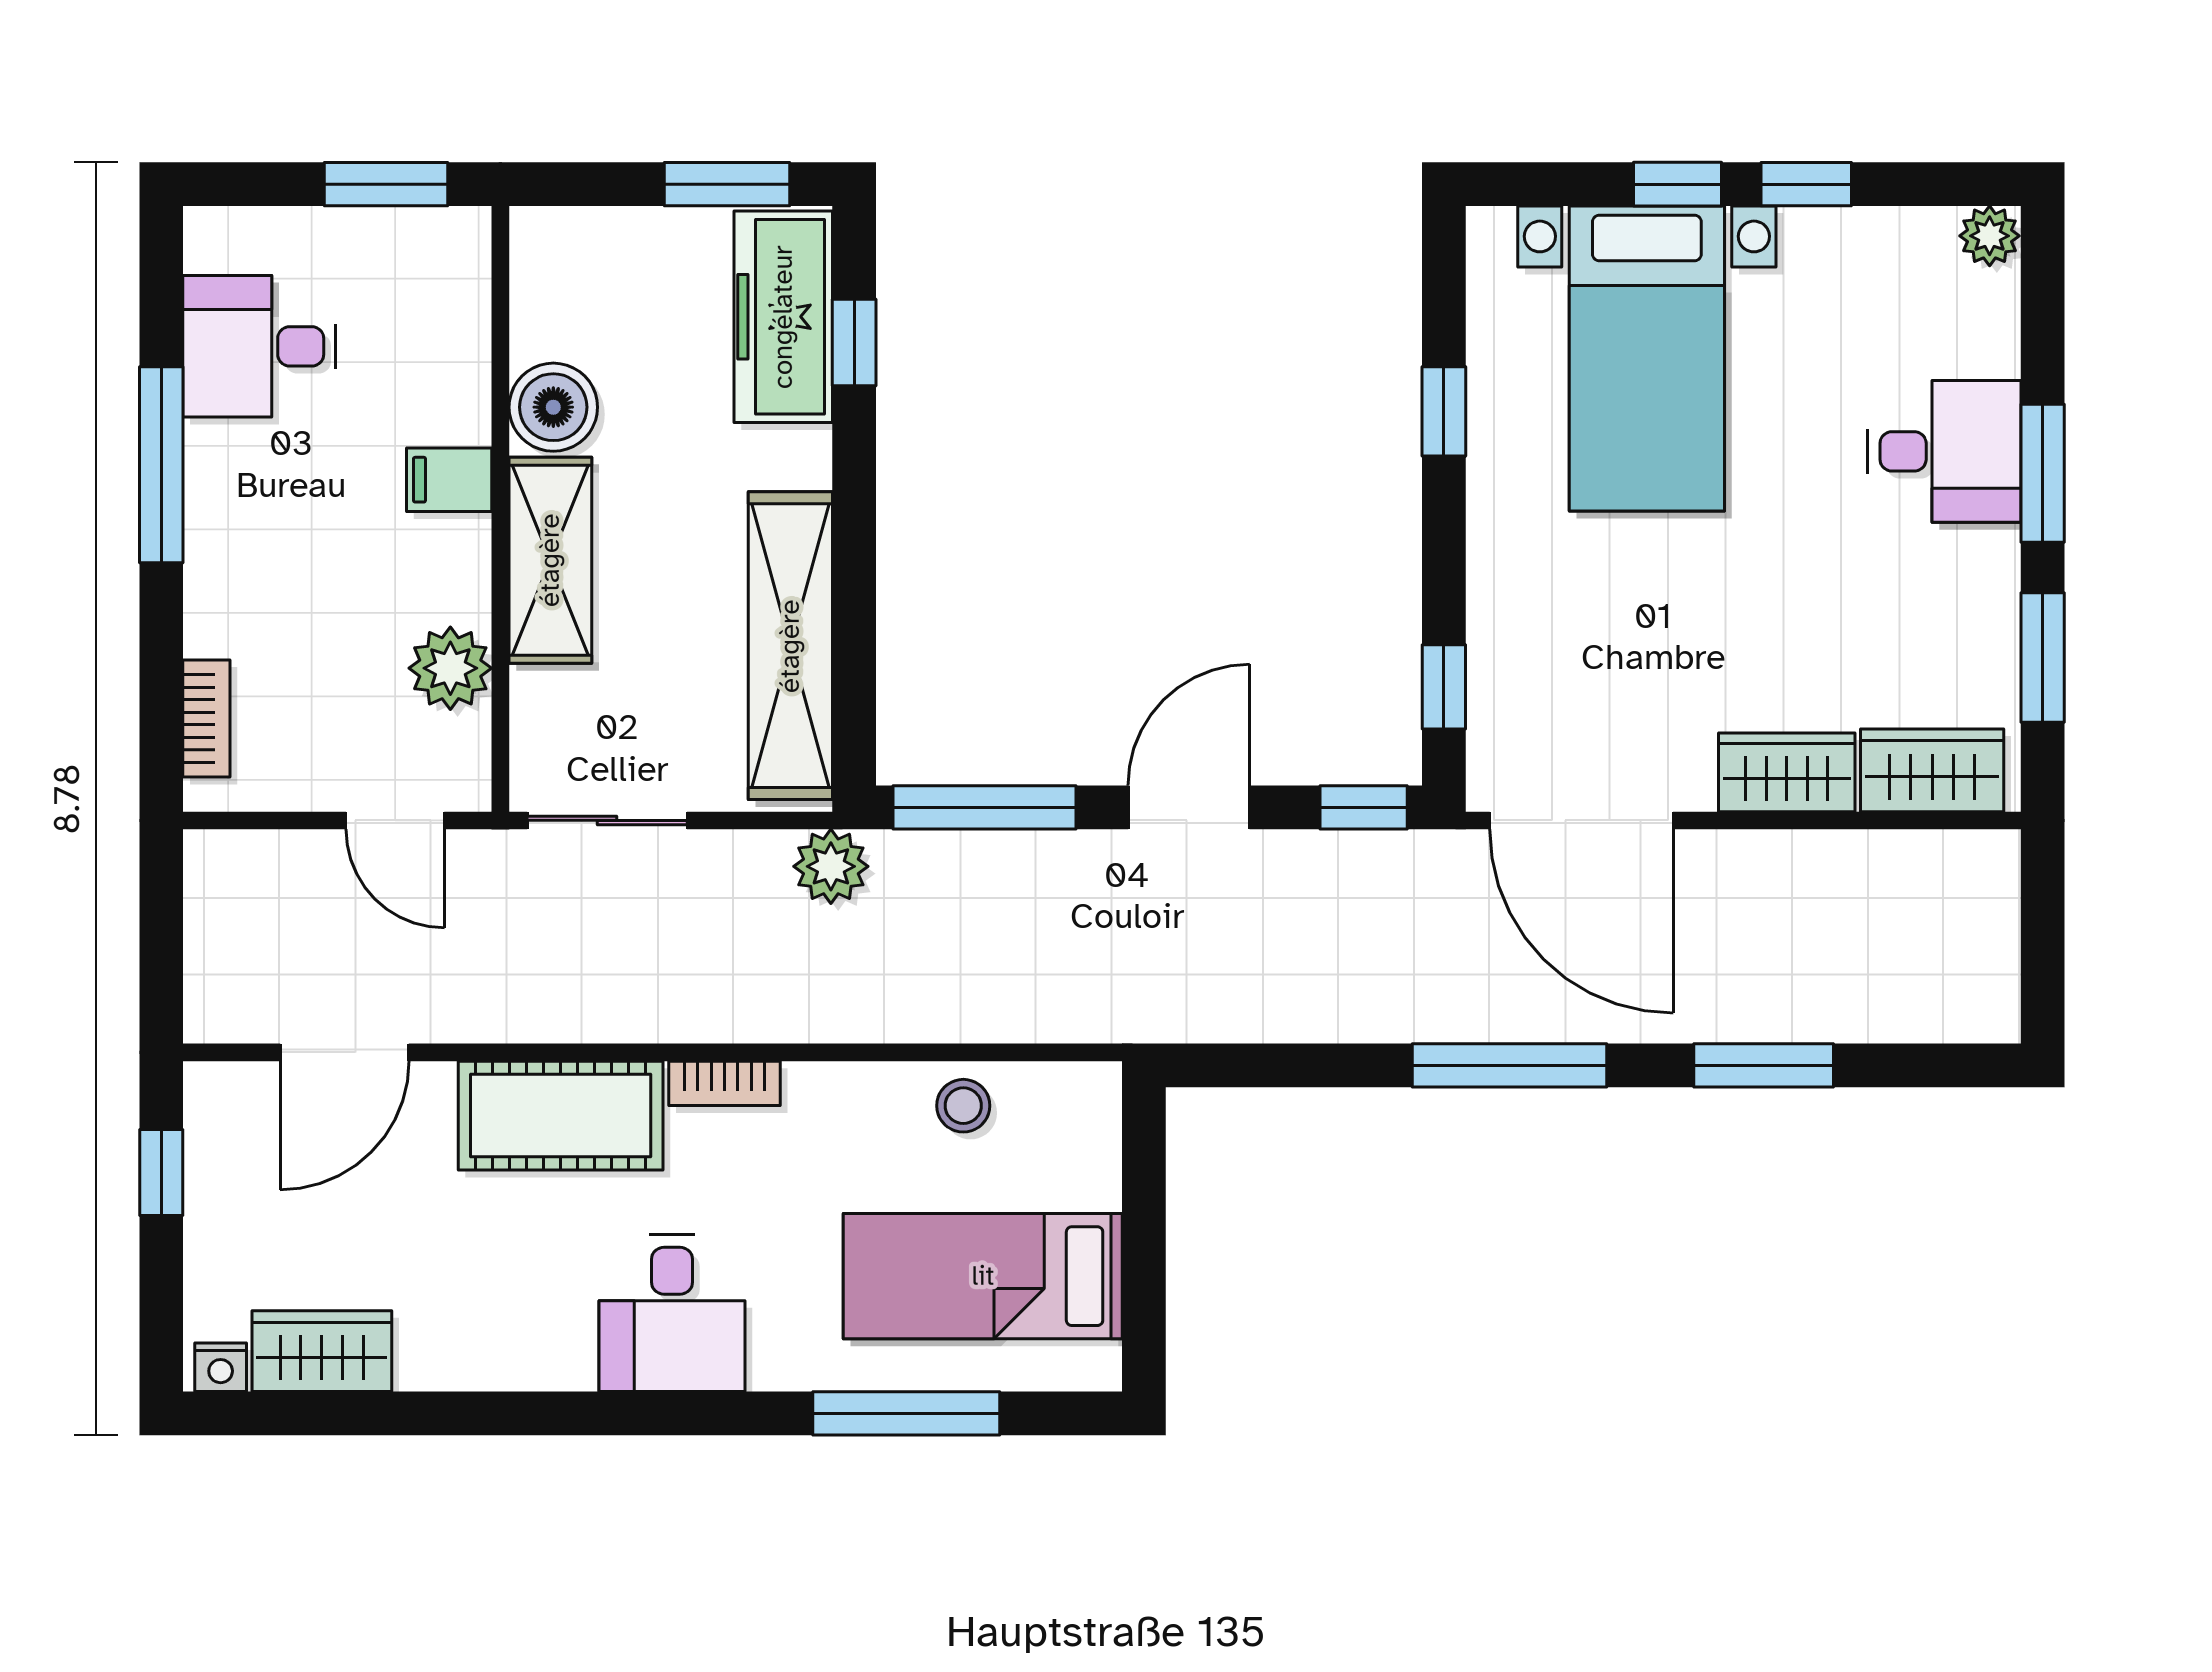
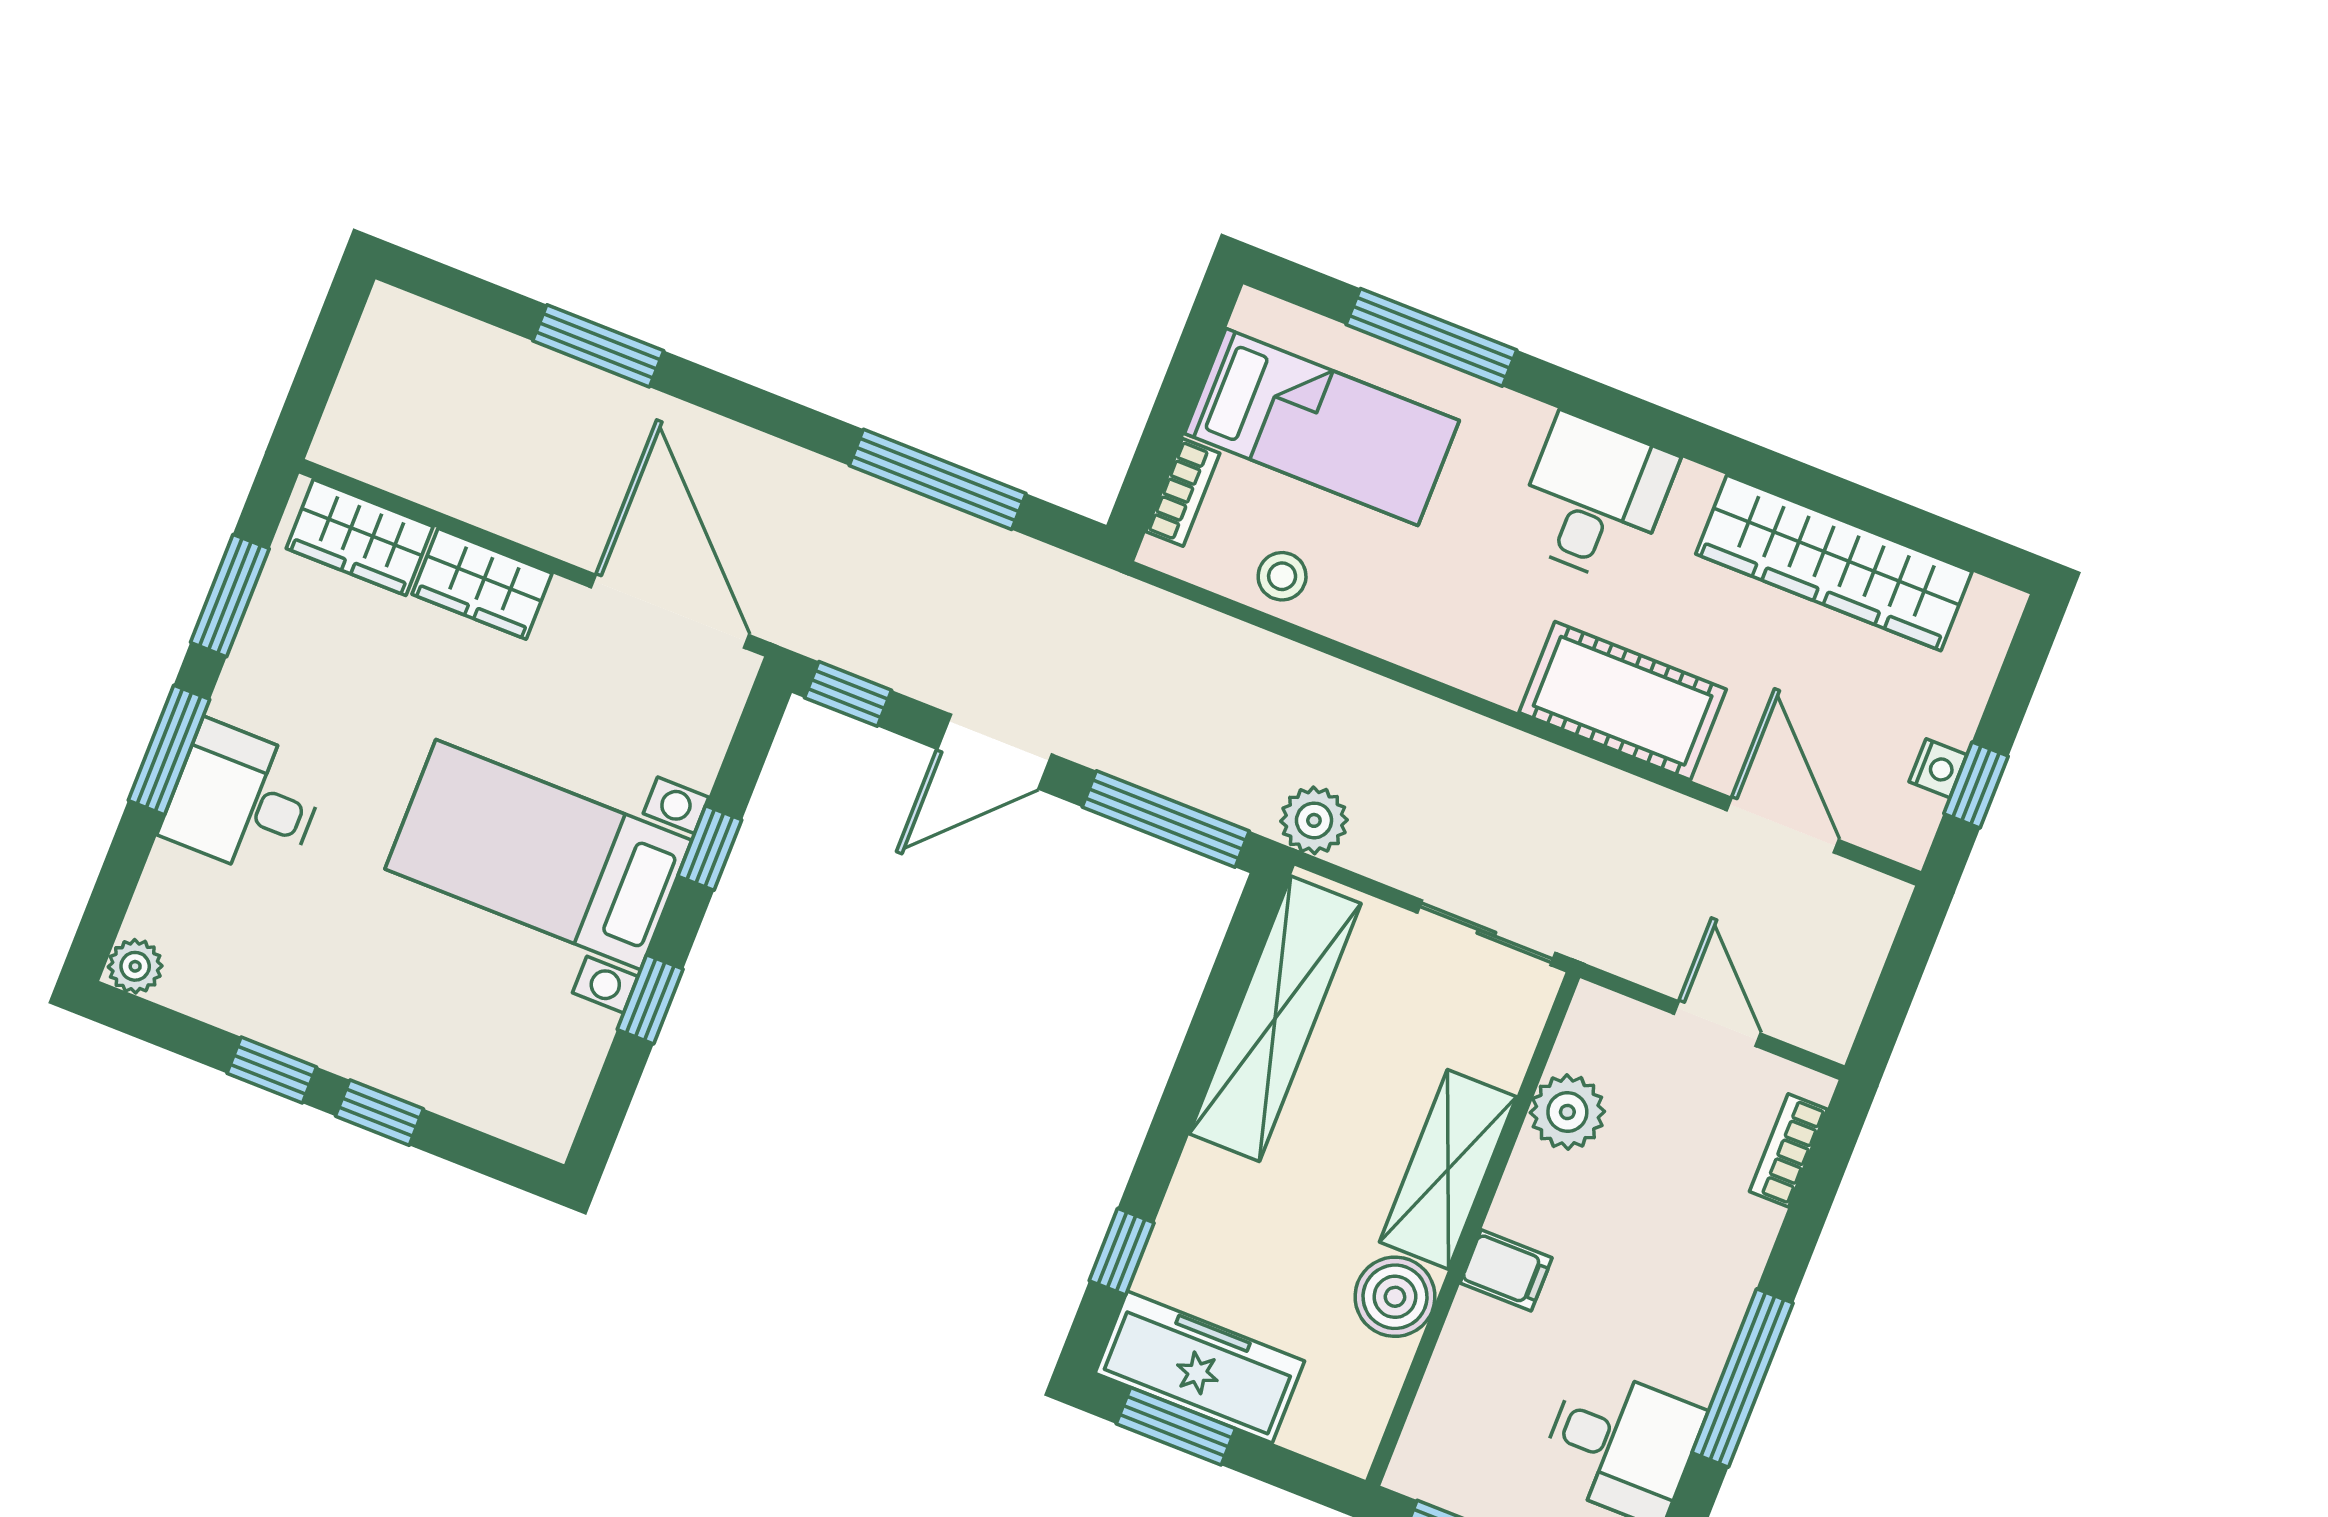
freezer: (783, 317) -> (1200, 1367), moved, turned -90
bed with nightstands: (1647, 359) -> (538, 855), moved, turned -90
window: (1444, 687) -> (710, 848), moved
door: (395, 820) -> (1717, 1024), moved
door: (345, 1052) -> (1783, 825), hinge flipped
window: (1509, 1065) -> (938, 479), moved
bookcase: (724, 1083) -> (1183, 492), moved, turned 90
wardrobe: (322, 1351) -> (1834, 563), width x2.10, depth x1.17
nightstand: (221, 1367) -> (1938, 768), moved, turned 90

